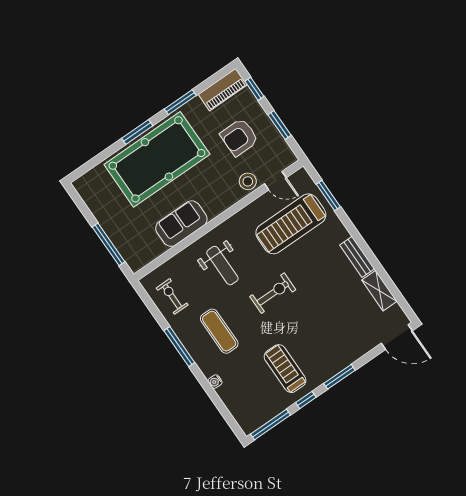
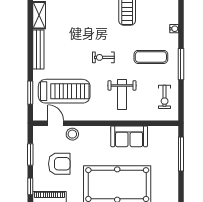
bench: (357, 257) -> (38, 50), width x1.36
weight bench: (222, 266) -> (122, 95), turned 180
exercise bike: (273, 293) -> (103, 57), width x0.73, depth x0.72
exercise mat: (219, 331) -> (151, 57), turned 90

